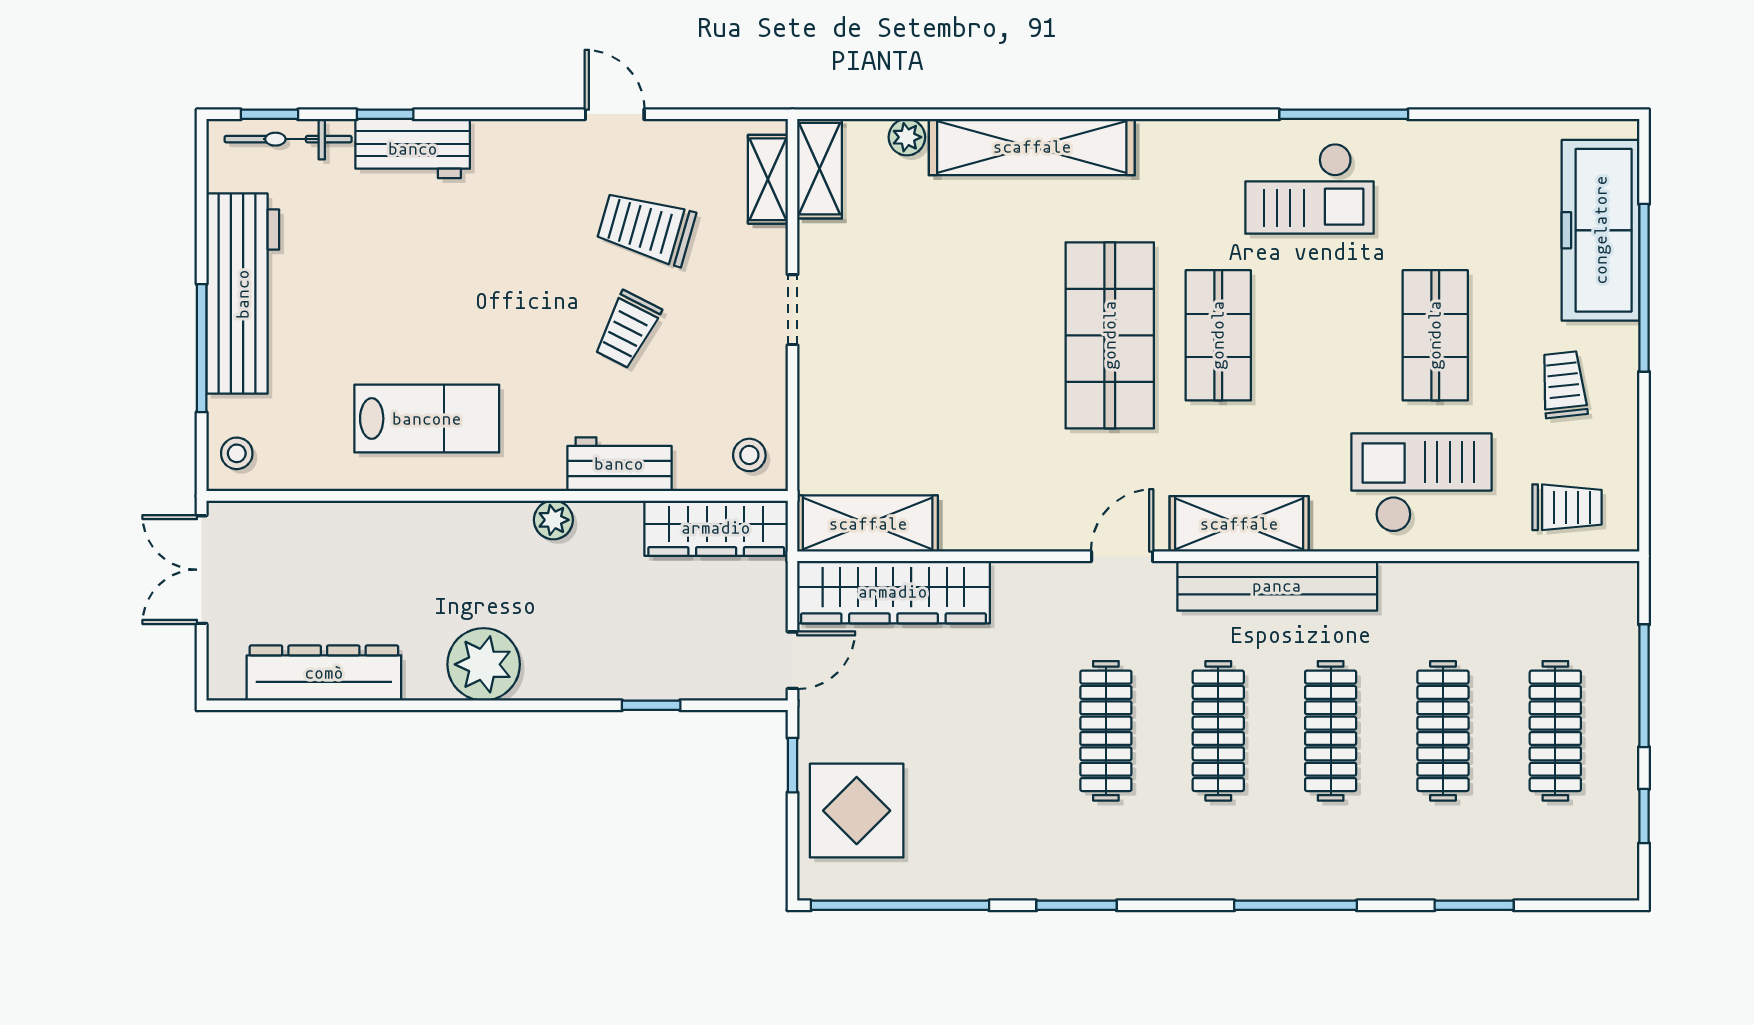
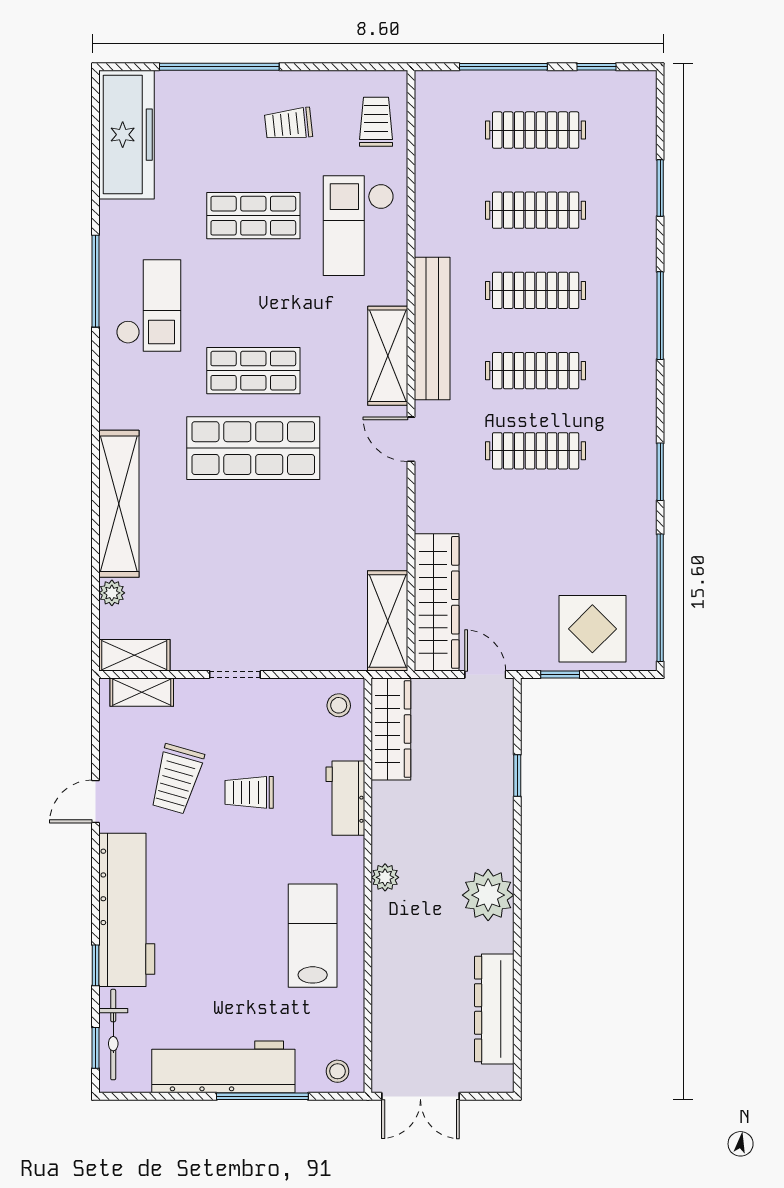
workbench: (413, 149) -> (127, 910), width x1.88, depth x1.32
freezer: (1601, 230) -> (127, 135), moved, turned -90
trolley: (627, 330) -> (249, 792), turned 153
plant: (553, 520) -> (385, 877), moved

